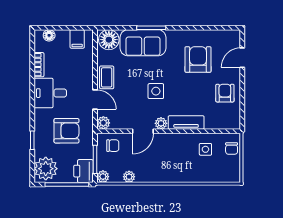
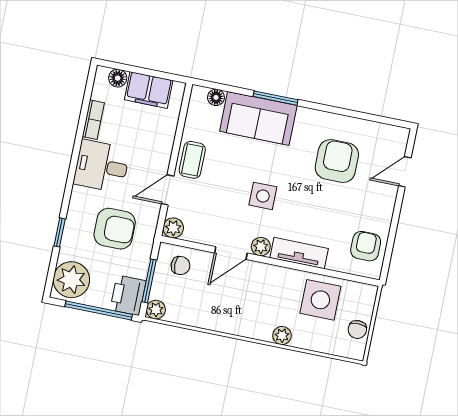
filing cabinet: (77, 39) -> (149, 90), width x2.00
floor lamp: (109, 40) -> (216, 97), width x0.53, depth x0.53
armchair: (225, 93) -> (366, 246), moved
door: (95, 99) -> (168, 190), swing flipped
side table: (205, 149) -> (320, 300), width x1.87, depth x1.87
chair: (232, 149) -> (357, 330), moved
plant: (129, 177) -> (282, 336), moved

